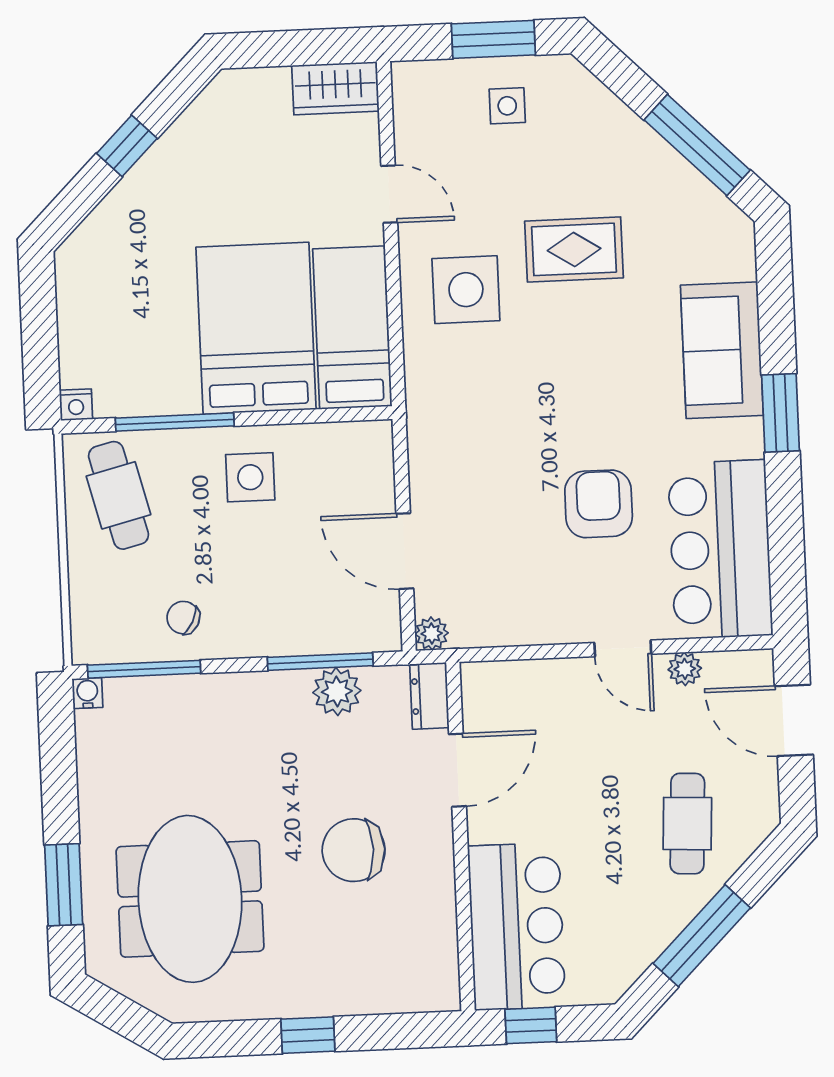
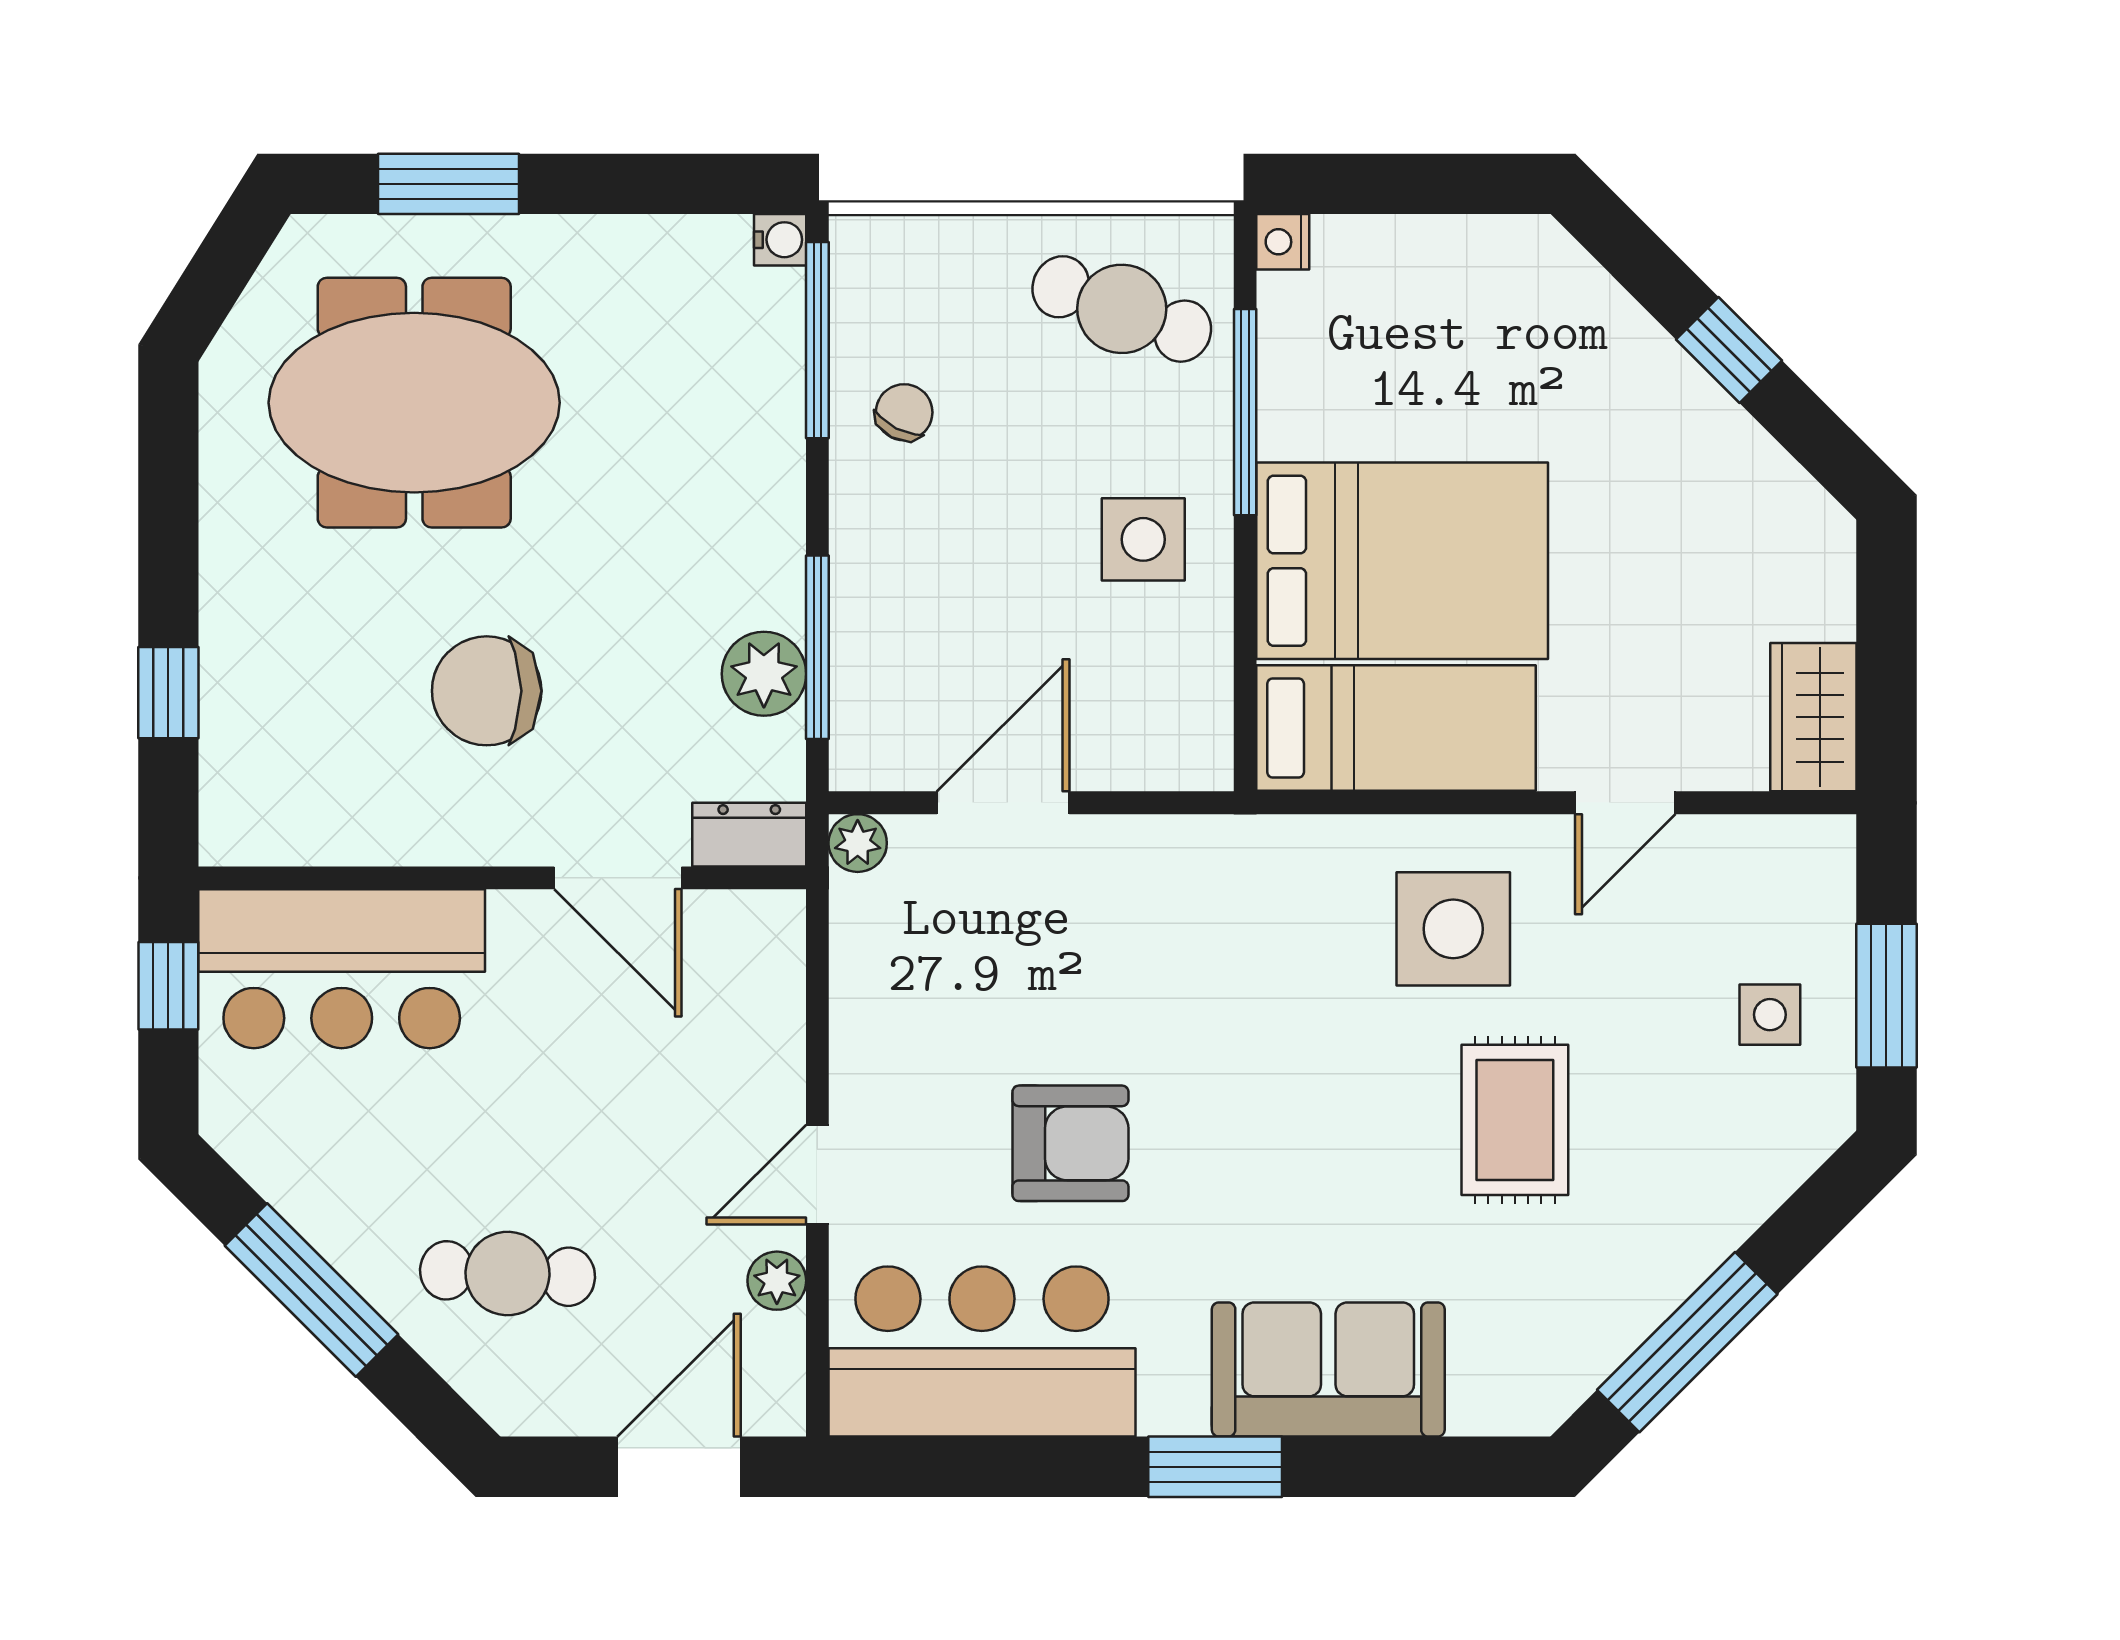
cafe table: (119, 495) -> (1122, 309), turned 34
chair: (354, 850) -> (487, 691), turned -90
window: (308, 1035) -> (168, 693), moved

